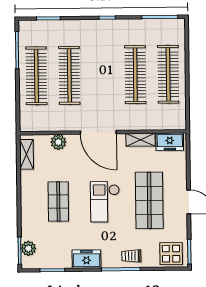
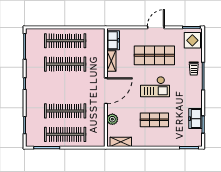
plant: (28, 248) -> (187, 141), removed
freezer: (86, 259) -> (195, 119), moved

